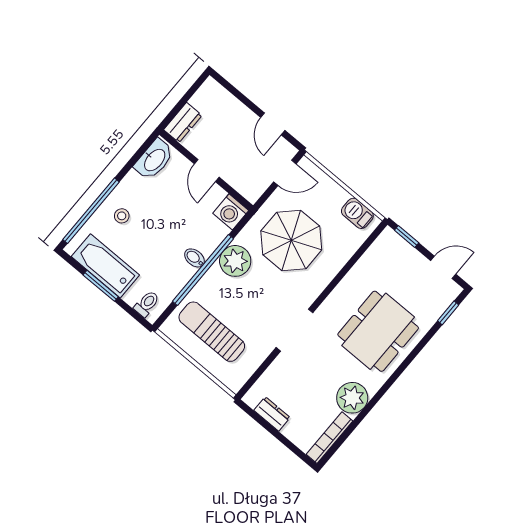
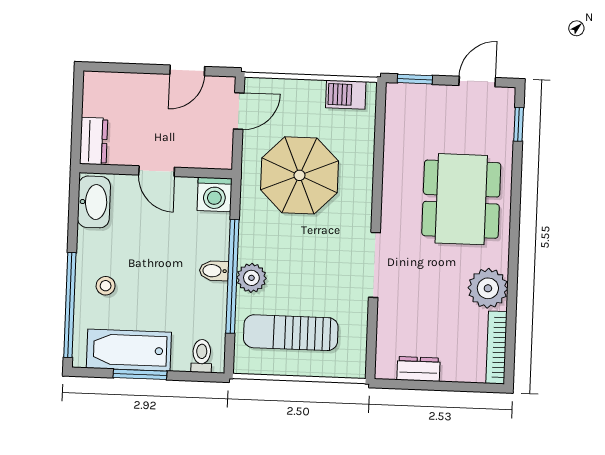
door: (273, 124) -> (187, 70), hinge flipped
plant: (235, 261) -> (251, 278), moved, width x0.73, depth x0.73

